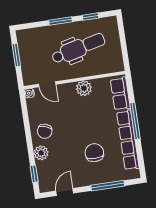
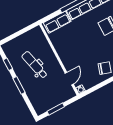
dental chair: (78, 48) -> (35, 65), width x0.73, depth x0.72
plant: (84, 88) -> (63, 50), removed

